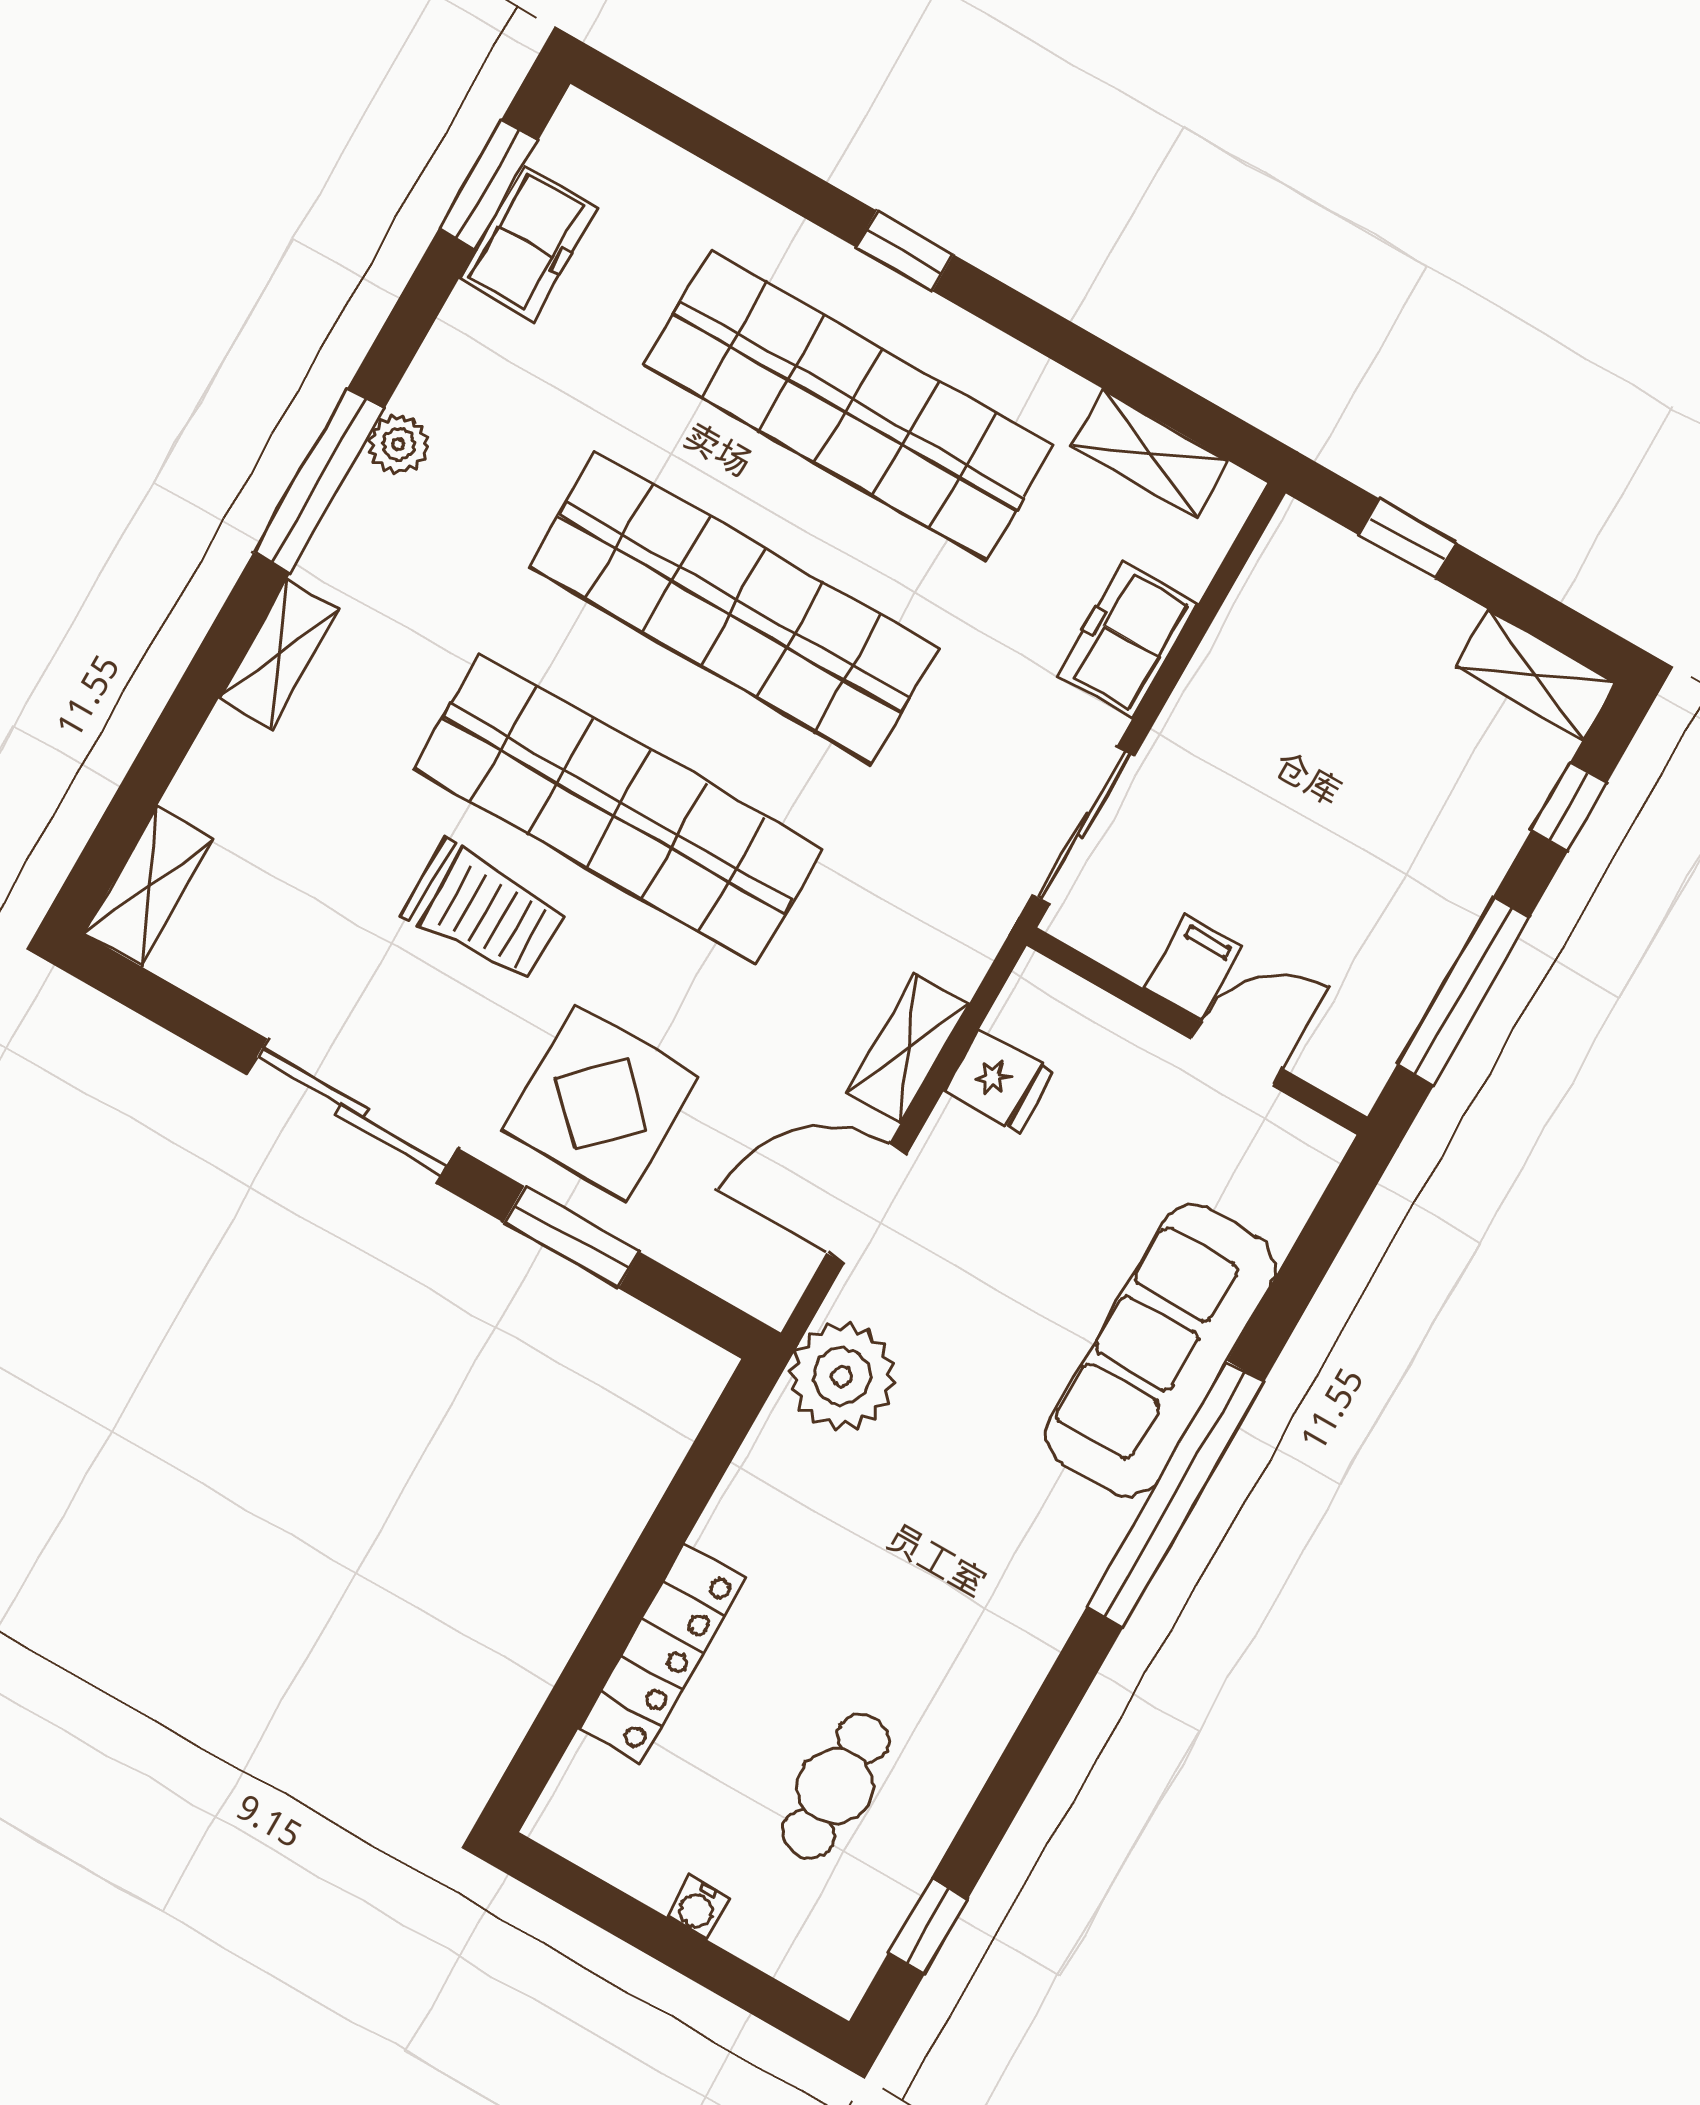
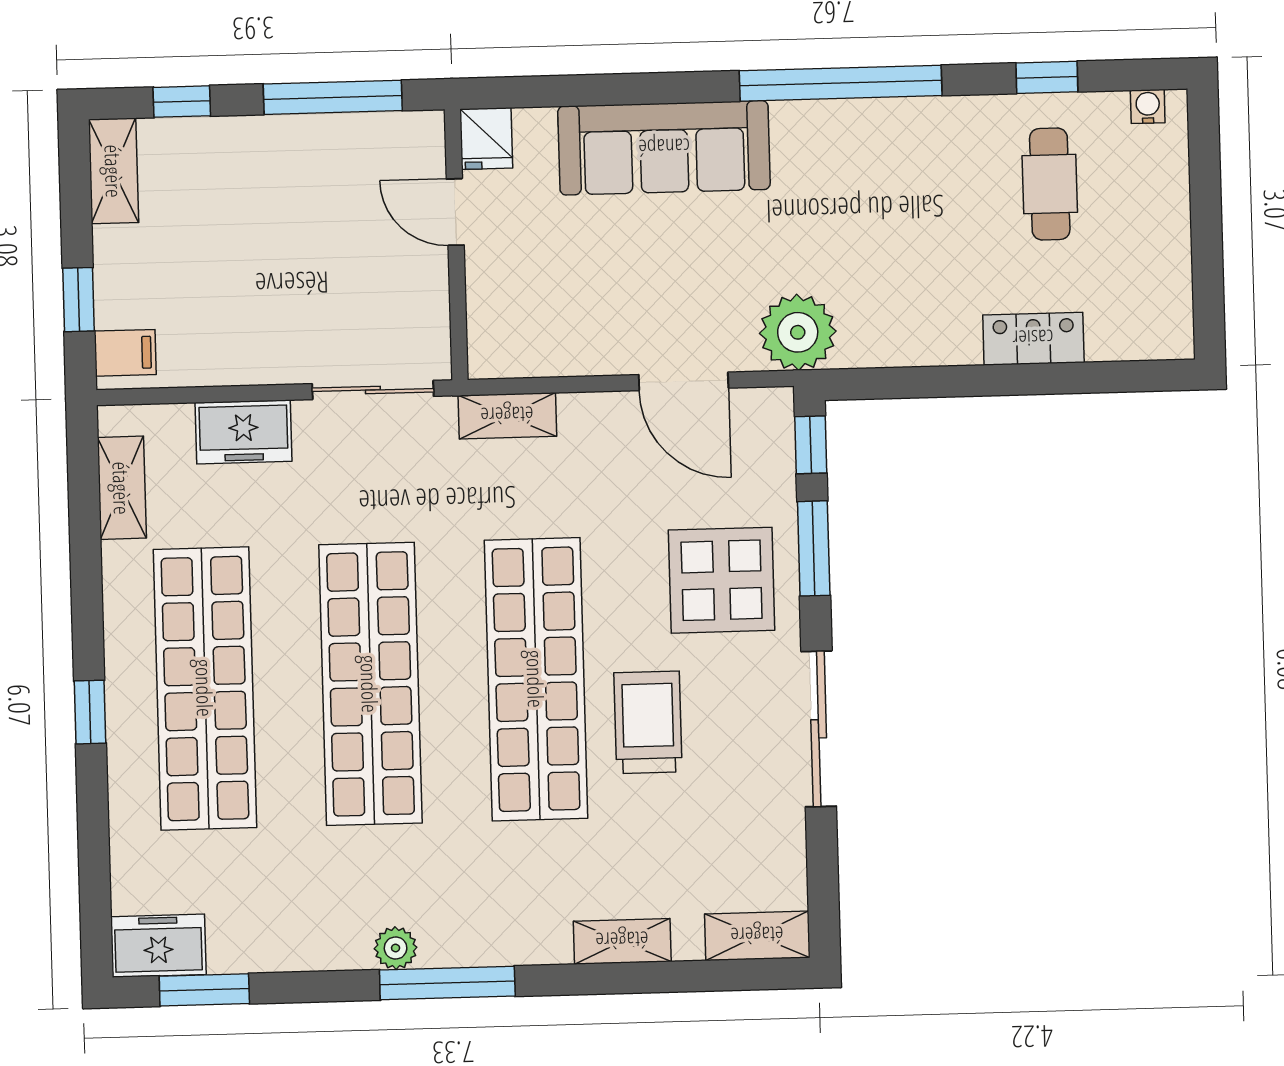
freezer: (529, 243) -> (158, 946), moved
shelving: (279, 654) -> (622, 941), moved
filing cabinet: (1193, 968) -> (125, 353), moved, turned 180
shelving: (908, 1048) -> (507, 416), moved
fridge: (998, 1081) -> (486, 139), moved, turned 180
window: (698, 1309) -> (811, 445), added
window: (1175, 1495) -> (841, 83), moved
locker: (662, 1654) -> (1033, 339), width x0.66
cafe table: (835, 1786) -> (1050, 184), turned 90
water cooler: (698, 1908) -> (1148, 106), moved, turned -90
window: (928, 1926) -> (1047, 77), moved

